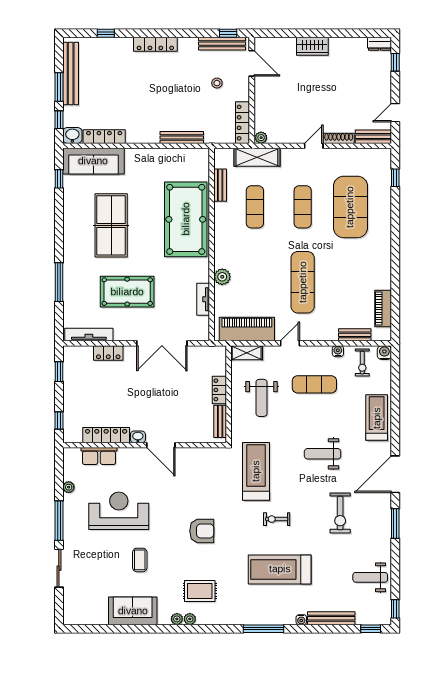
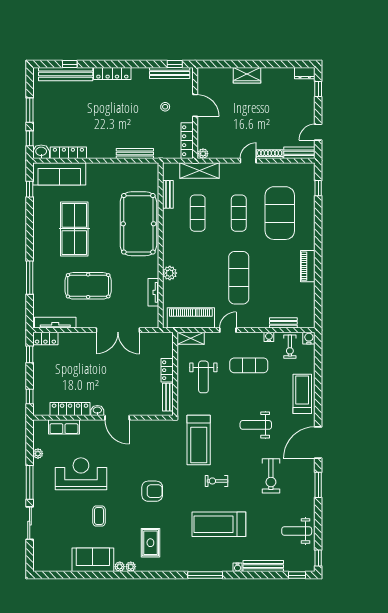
door: (252, 63) -> (195, 105), moved
bench: (71, 74) -> (66, 74), moved, turned 90
piano: (383, 308) -> (308, 266), moved
locker: (108, 353) -> (45, 338), moved
treadmill: (256, 471) -> (199, 440), turned 180
rug: (200, 591) -> (150, 543), turned 90
plant: (190, 619) -> (120, 567), moved

